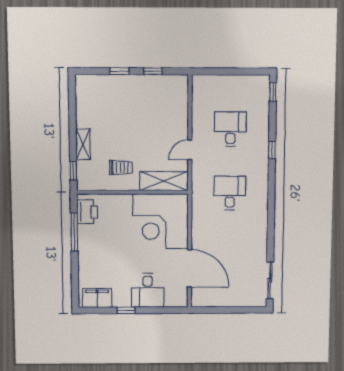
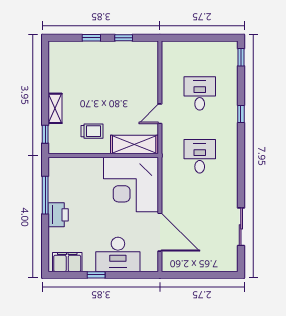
printer: (87, 212) -> (58, 215), moved
sliding door: (270, 280) -> (241, 227), moved
desk: (148, 290) -> (118, 254), width x1.37

